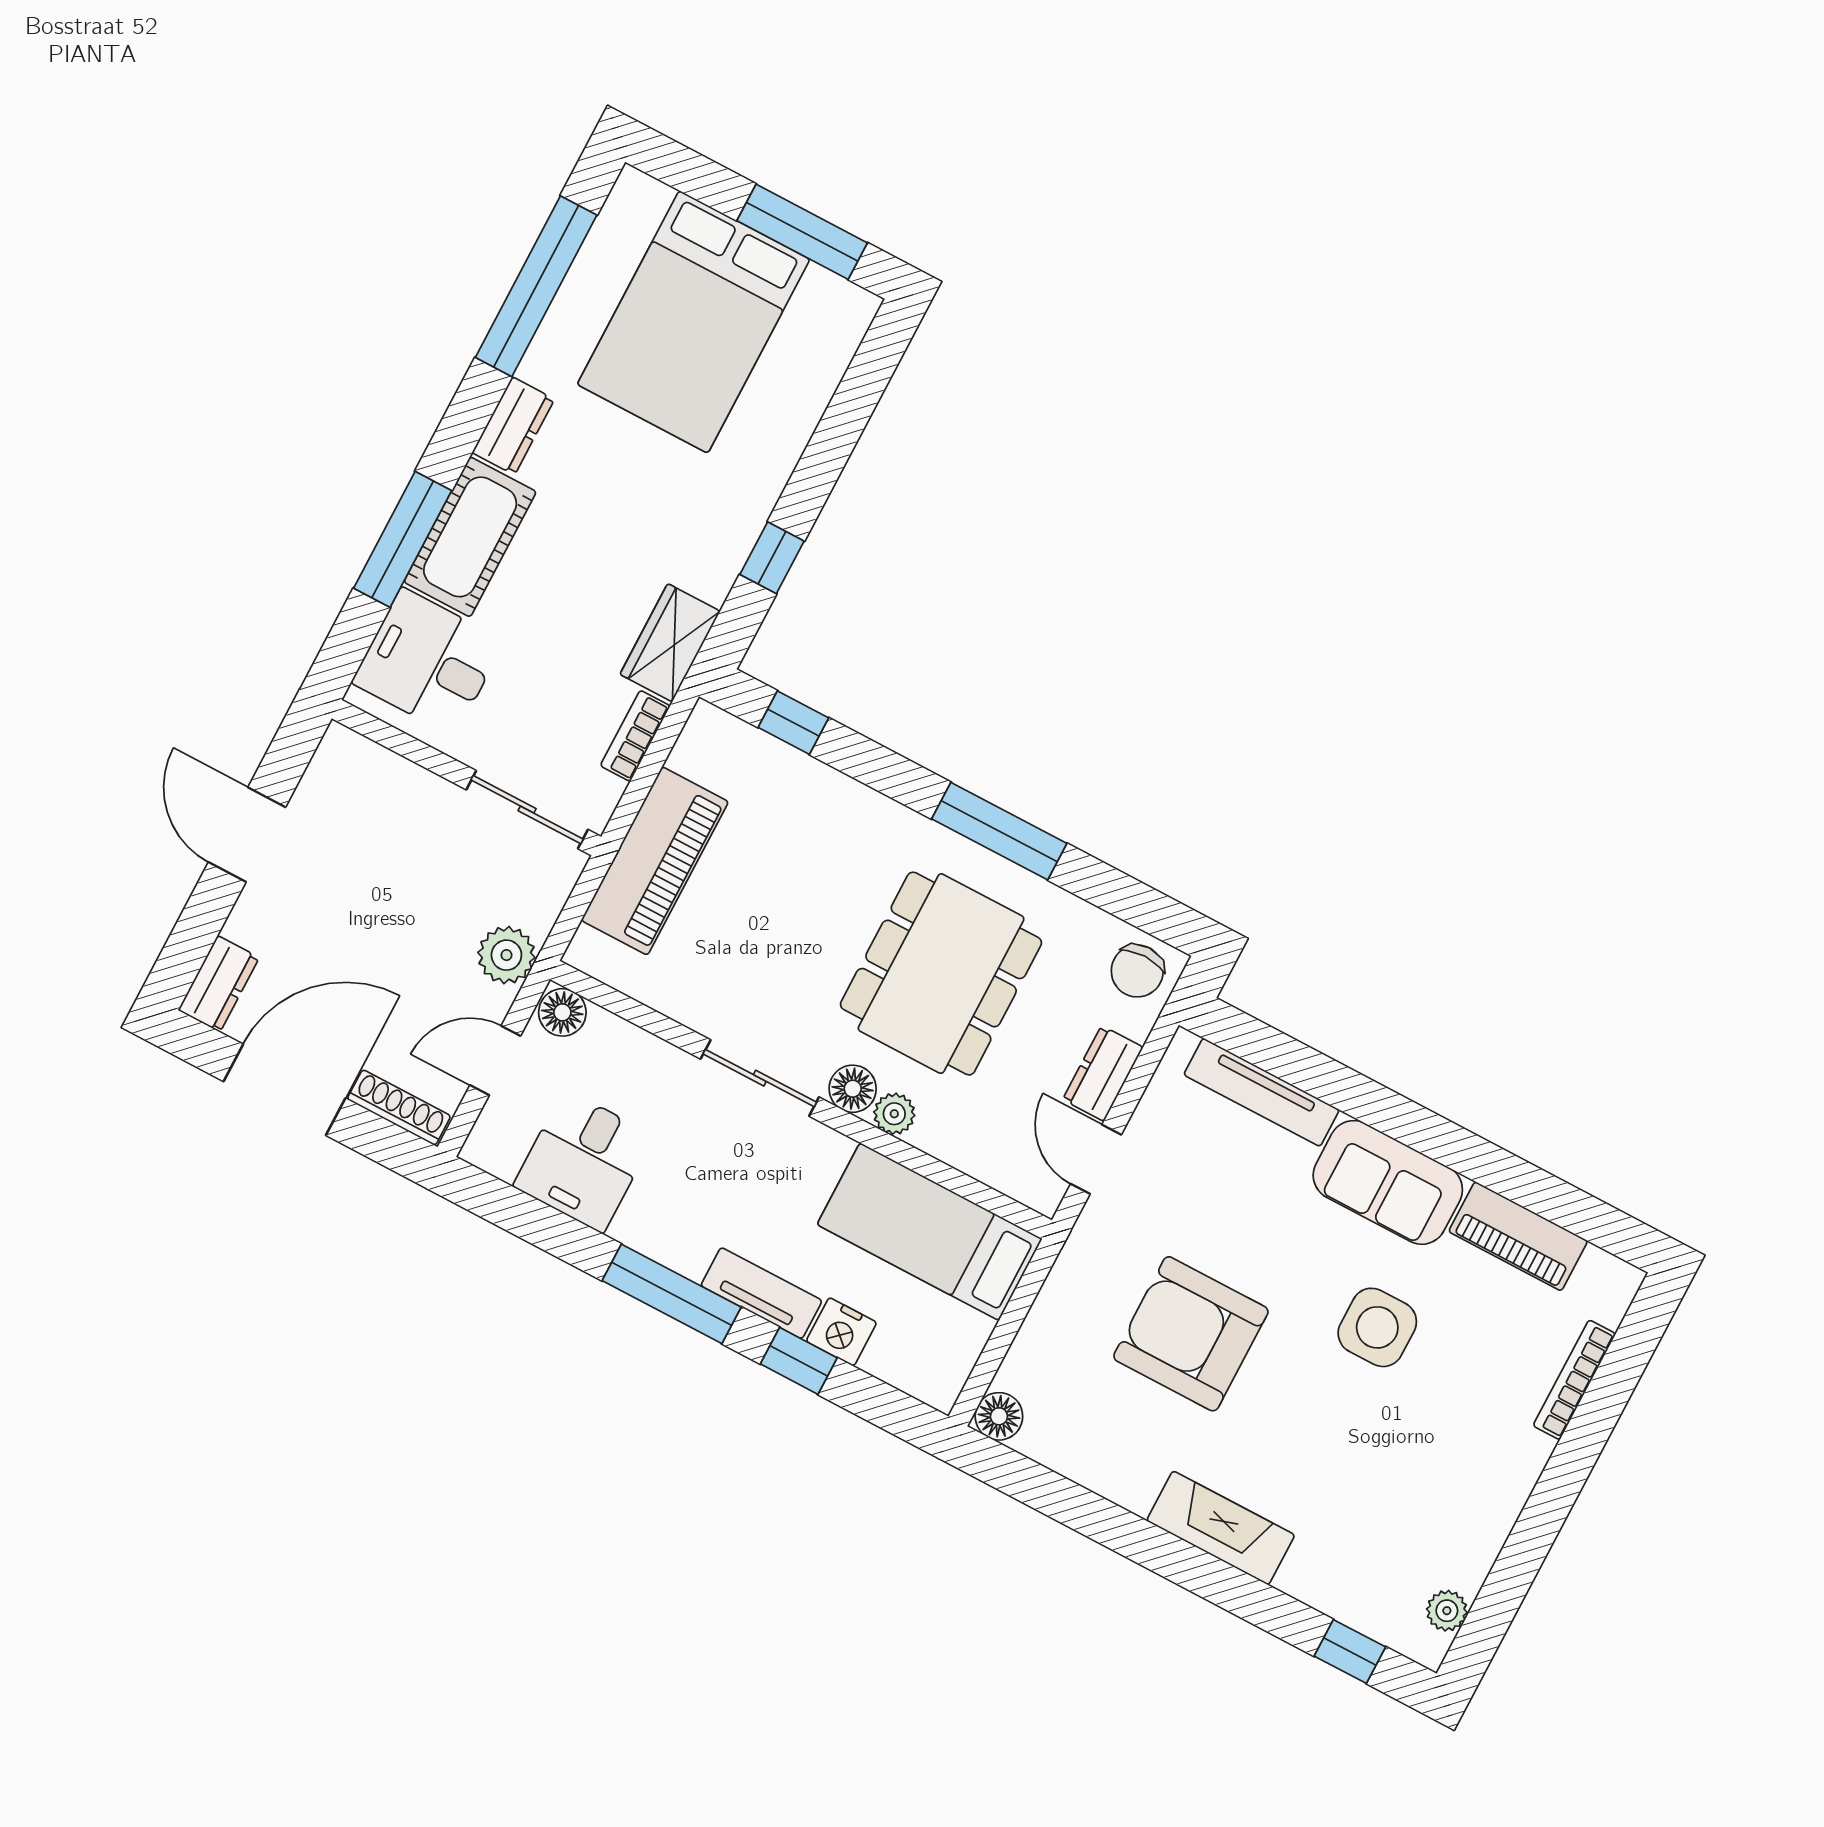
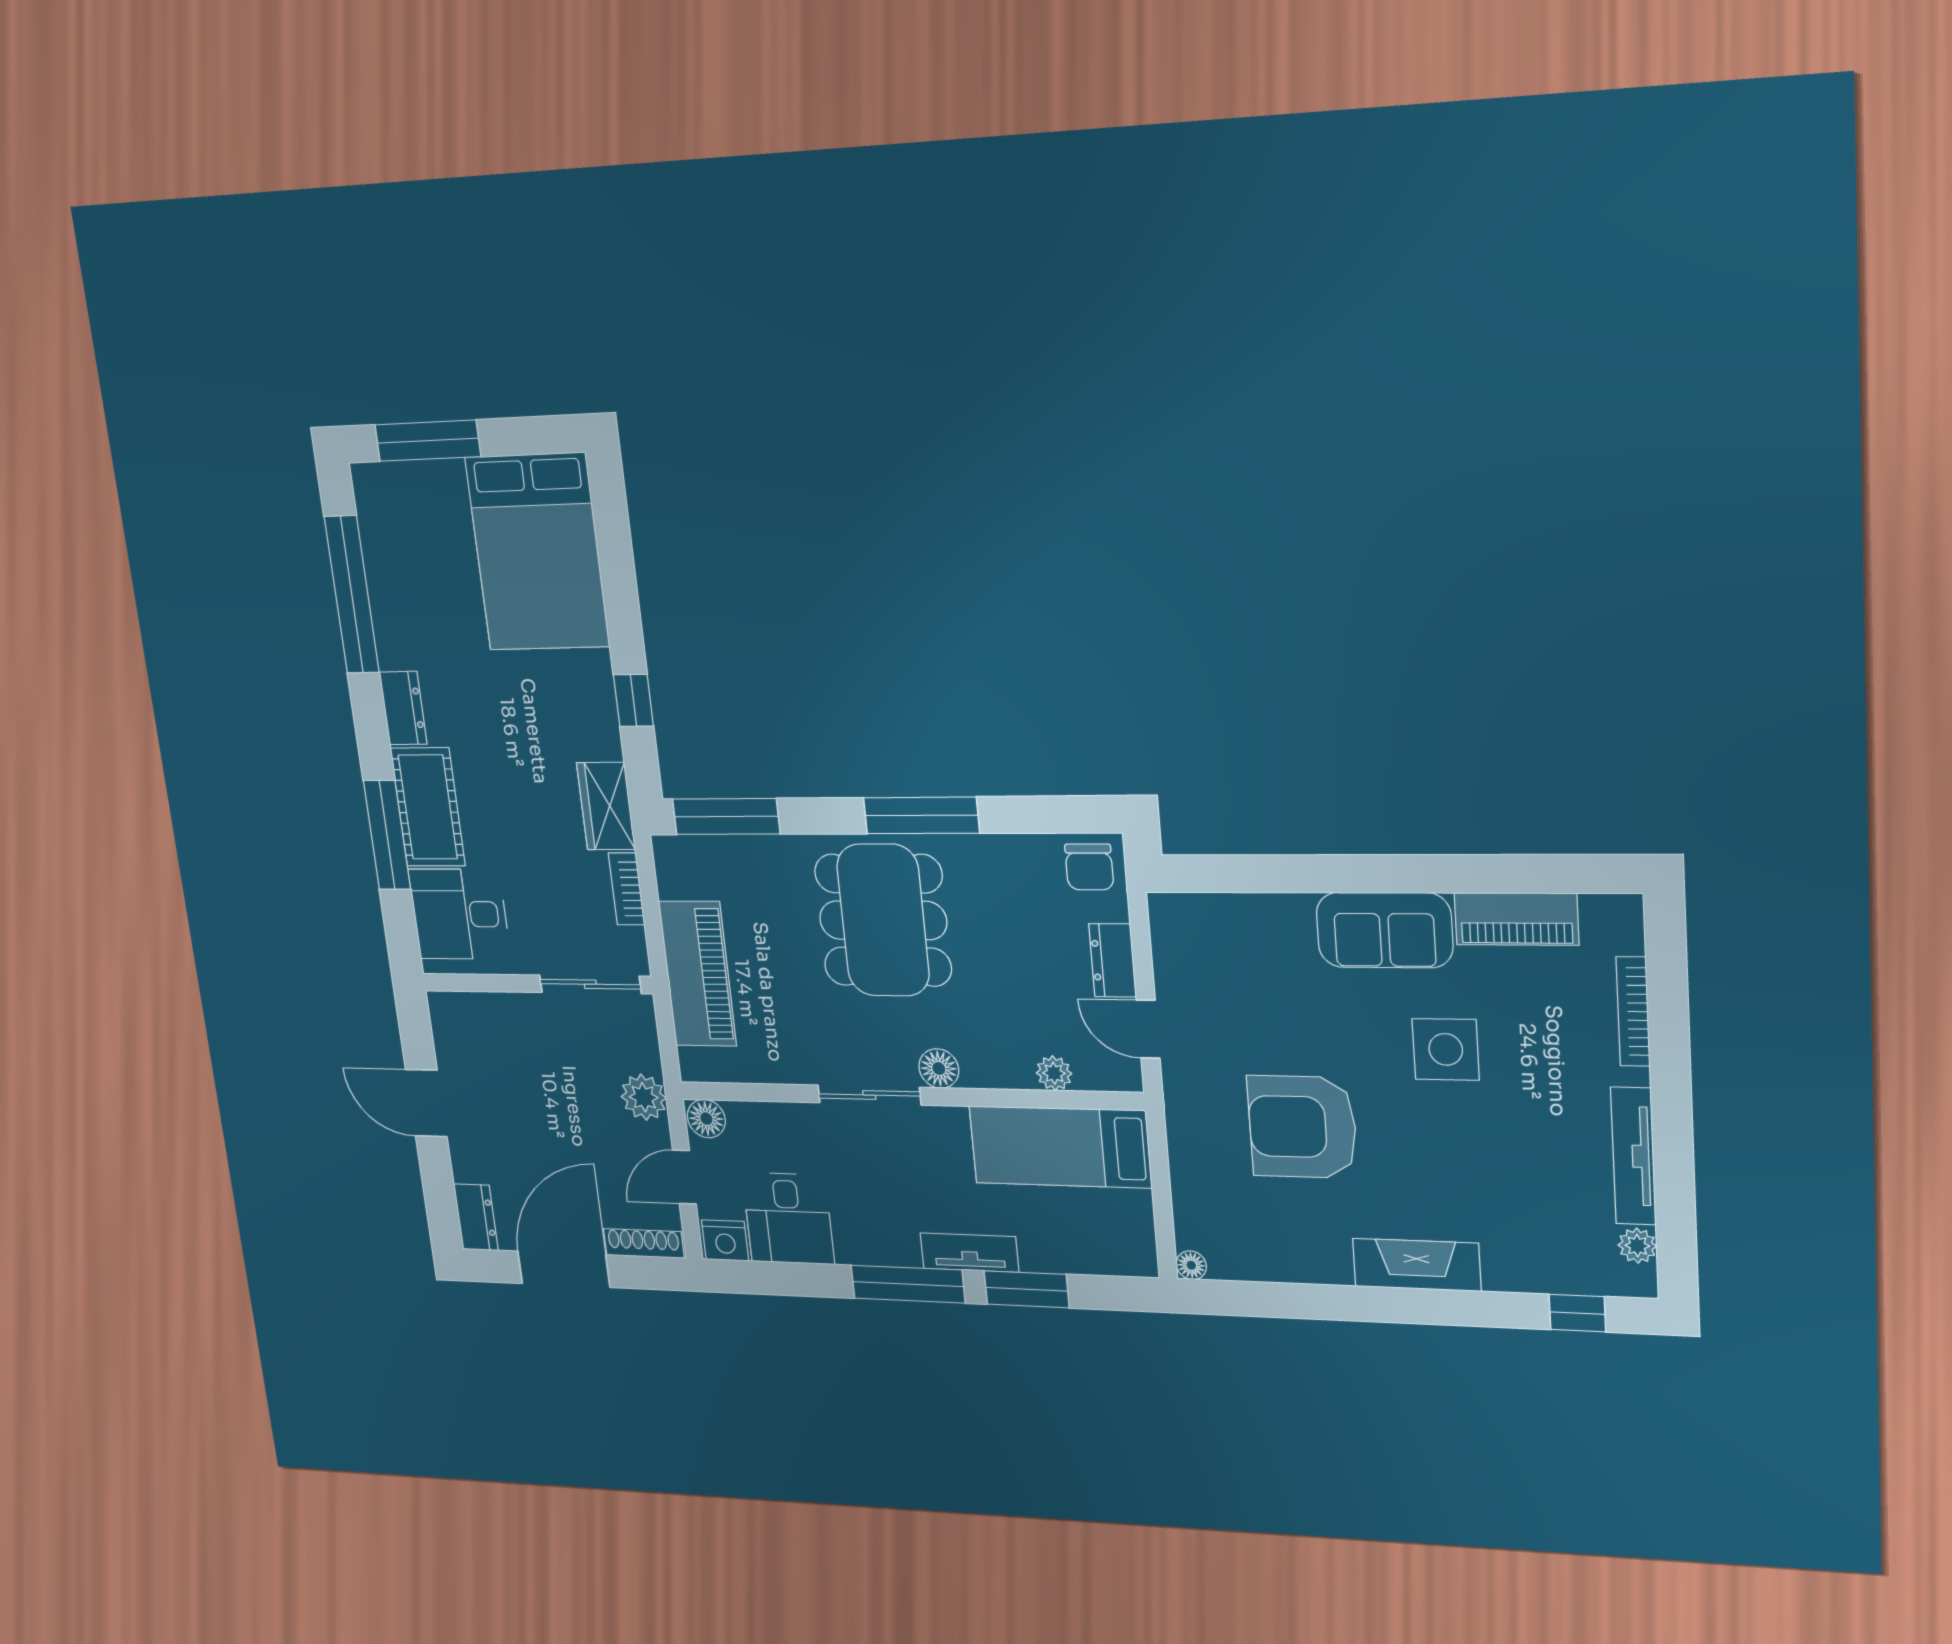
window: (802, 232) -> (428, 441), moved
bed: (694, 322) -> (537, 552), moved
window: (793, 723) -> (726, 817), width x2.17
dining table: (941, 974) -> (883, 920), moved
tv unit: (1262, 1092) -> (1633, 1156), moved, turned 90
plant: (894, 1114) -> (1054, 1073), moved
nightstand: (841, 1332) -> (725, 1240), moved
window: (799, 1361) -> (1027, 1289), width x1.50
floor lamp: (999, 1416) -> (1191, 1265), width x0.73, depth x0.73

